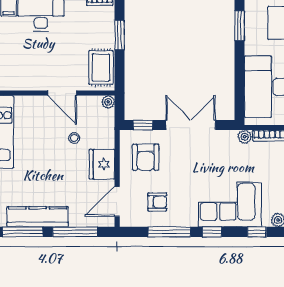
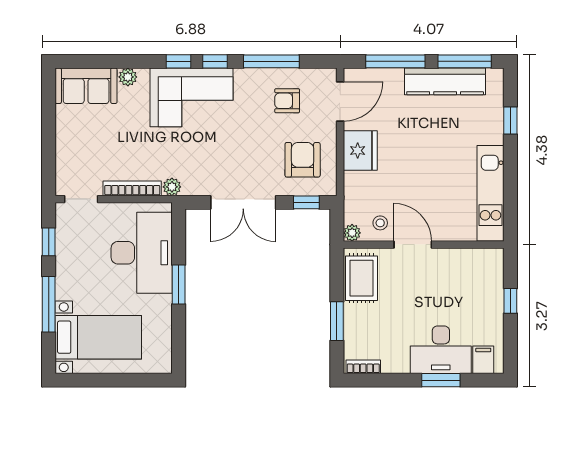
window: (240, 26) -> (179, 284), moved
stool: (74, 138) -> (380, 223), moved
window: (257, 232) -> (179, 61), moved

